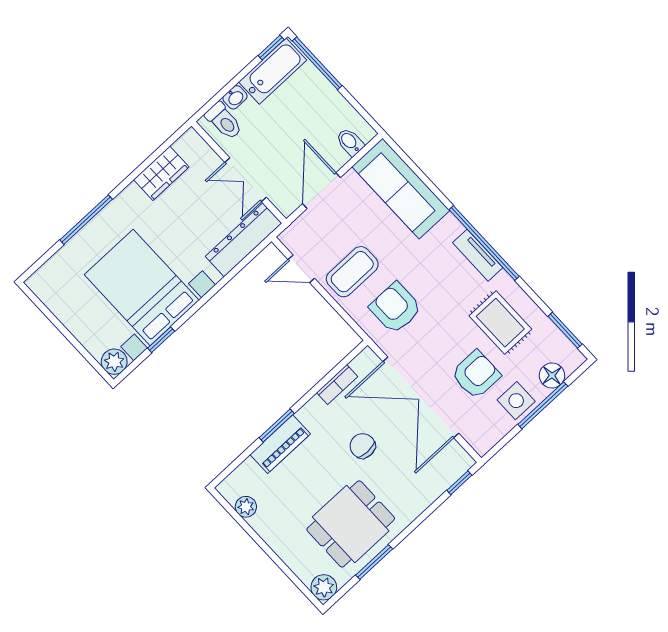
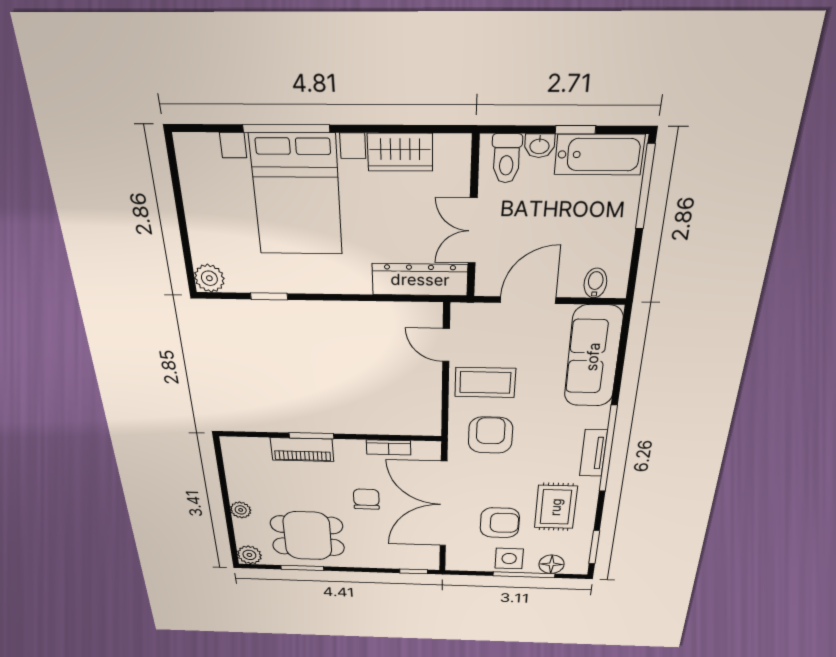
window: (271, 48) -> (575, 130), moved
bed with nightstands: (142, 287) -> (297, 195), moved, turned 180
plant: (246, 507) -> (241, 510), moved

